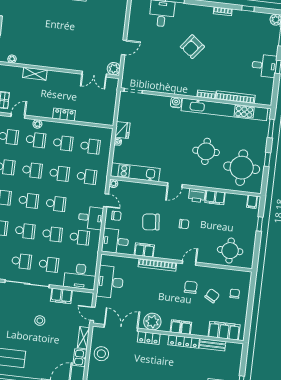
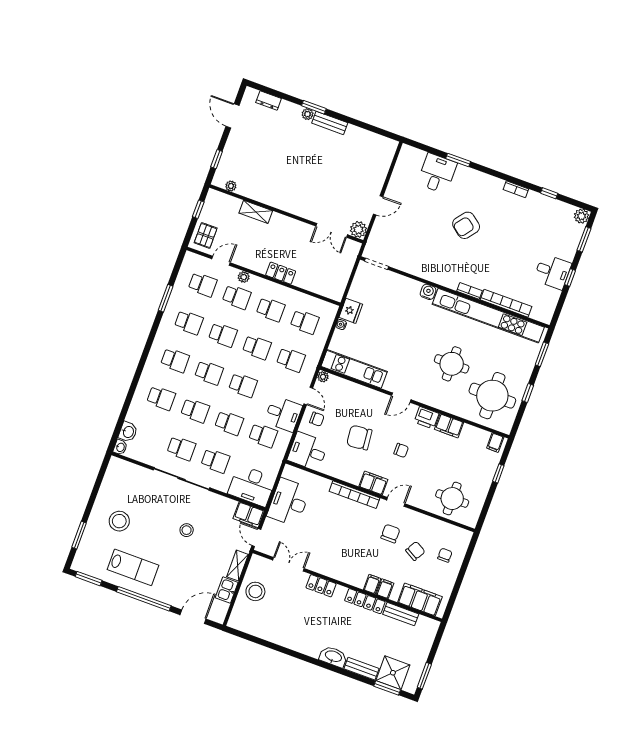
filing cabinet: (144, 250) -> (373, 483), moved
filing cabinet: (61, 296) -> (249, 515), moved
plant: (152, 322) -> (331, 566), removed
filing cabinet: (176, 326) -> (385, 589), moved
double door: (121, 328) -> (288, 564), width x0.73

